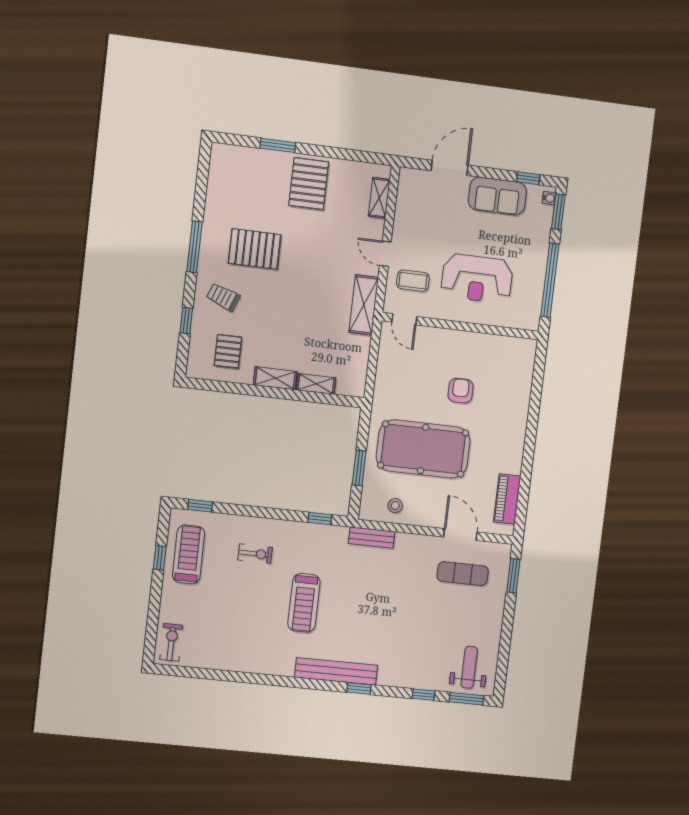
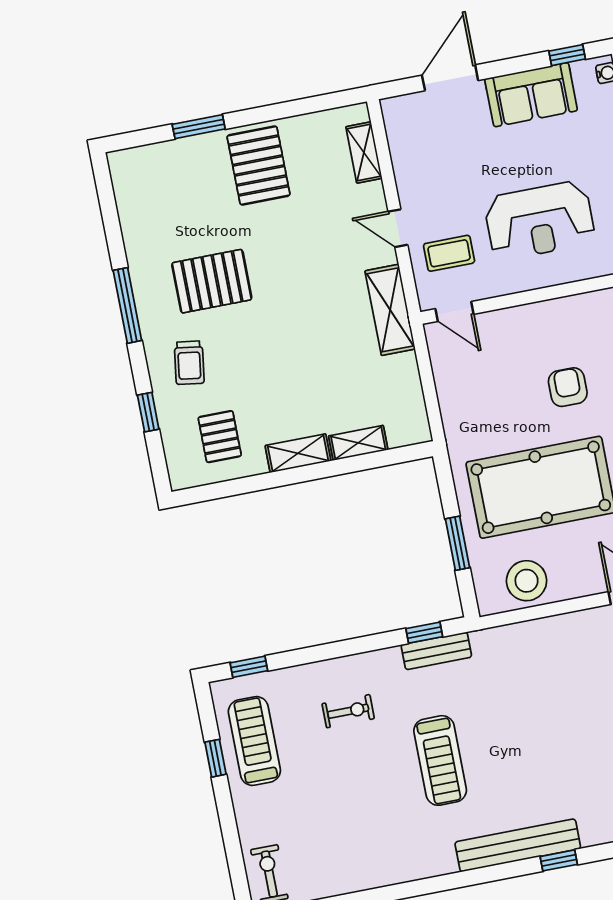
trolley: (223, 297) -> (189, 363), turned -103
stool: (395, 506) -> (527, 581), width x1.89, depth x1.89
bench: (372, 538) -> (436, 651), moved

